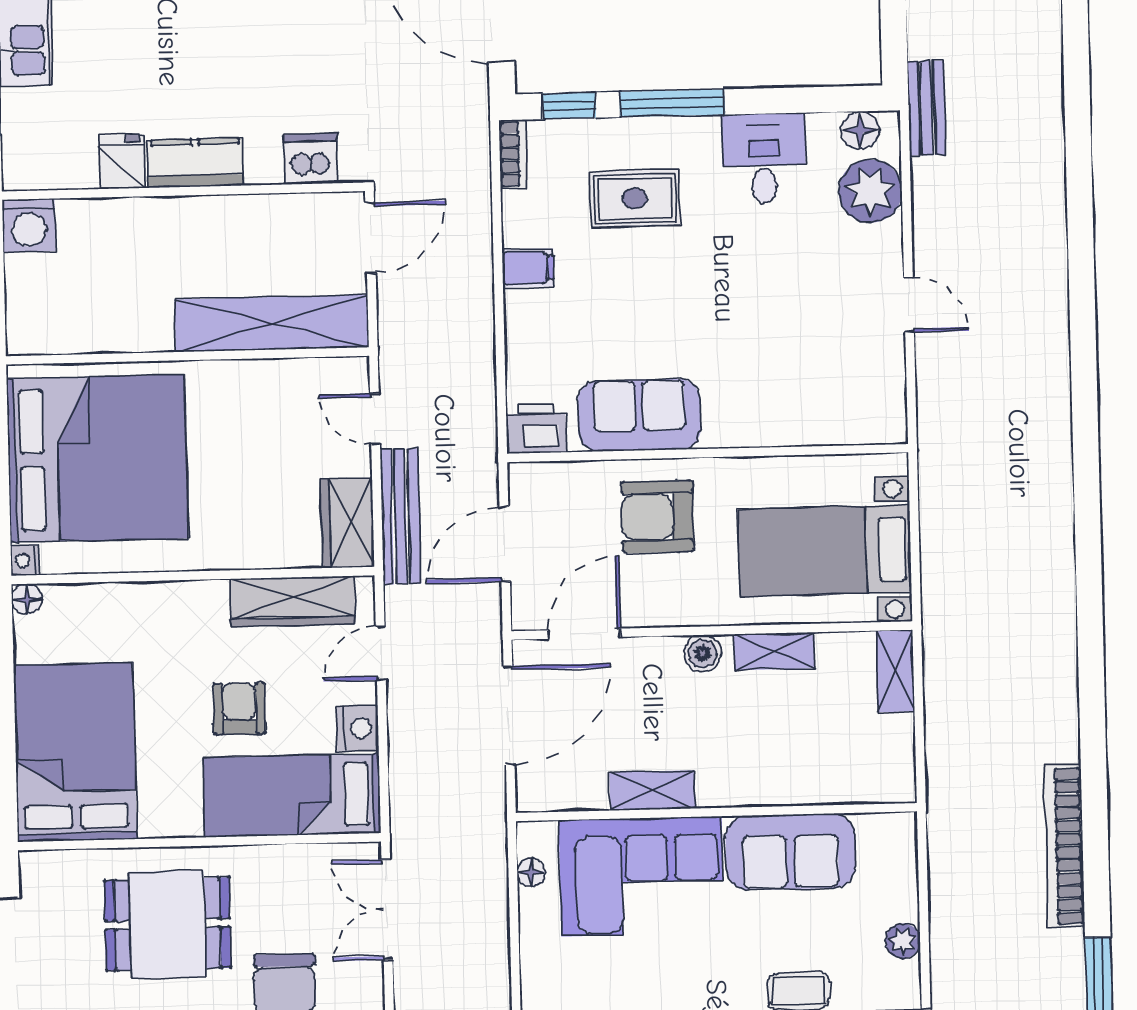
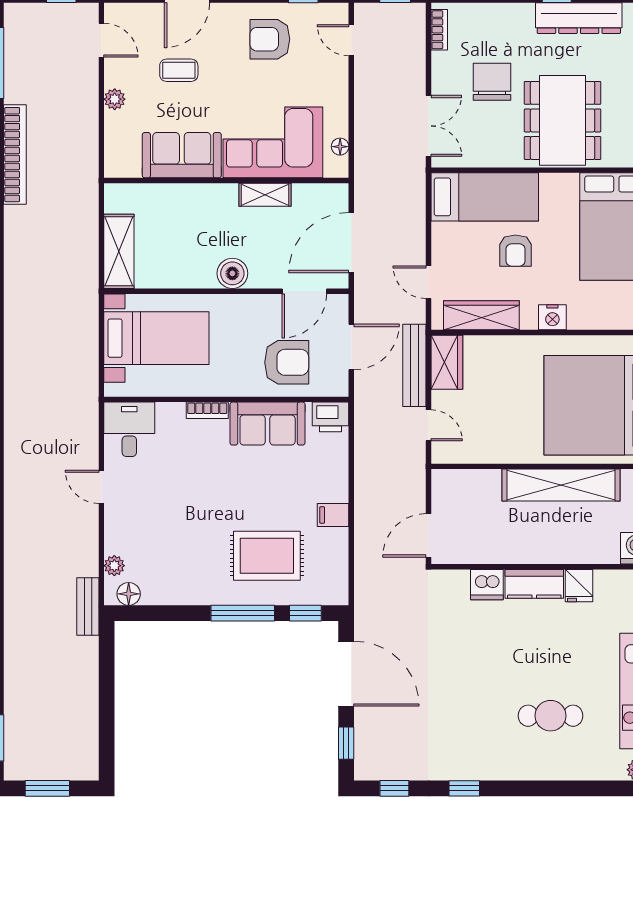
bookcase: (513, 154) -> (207, 410), moved, turned -90
desk: (764, 158) -> (129, 429), moved, turned 180
dishwasher: (311, 159) -> (487, 585), moved
plant: (870, 191) -> (114, 566), width x0.53, depth x0.53
rug: (635, 198) -> (267, 556), width x1.36, depth x1.43
shelving: (272, 323) -> (561, 485), moved
armchair: (657, 517) -> (287, 362), moved
shelving: (774, 651) -> (189, 278), removed
door: (381, 653) -> (429, 282), swing flipped
boiler: (703, 653) -> (232, 273), width x1.36, depth x1.36
shelving: (895, 671) -> (119, 251), width x1.50, depth x1.33
nightstand: (358, 728) -> (552, 317), moved, turned -90
dining table: (167, 924) -> (563, 120), width x1.38

